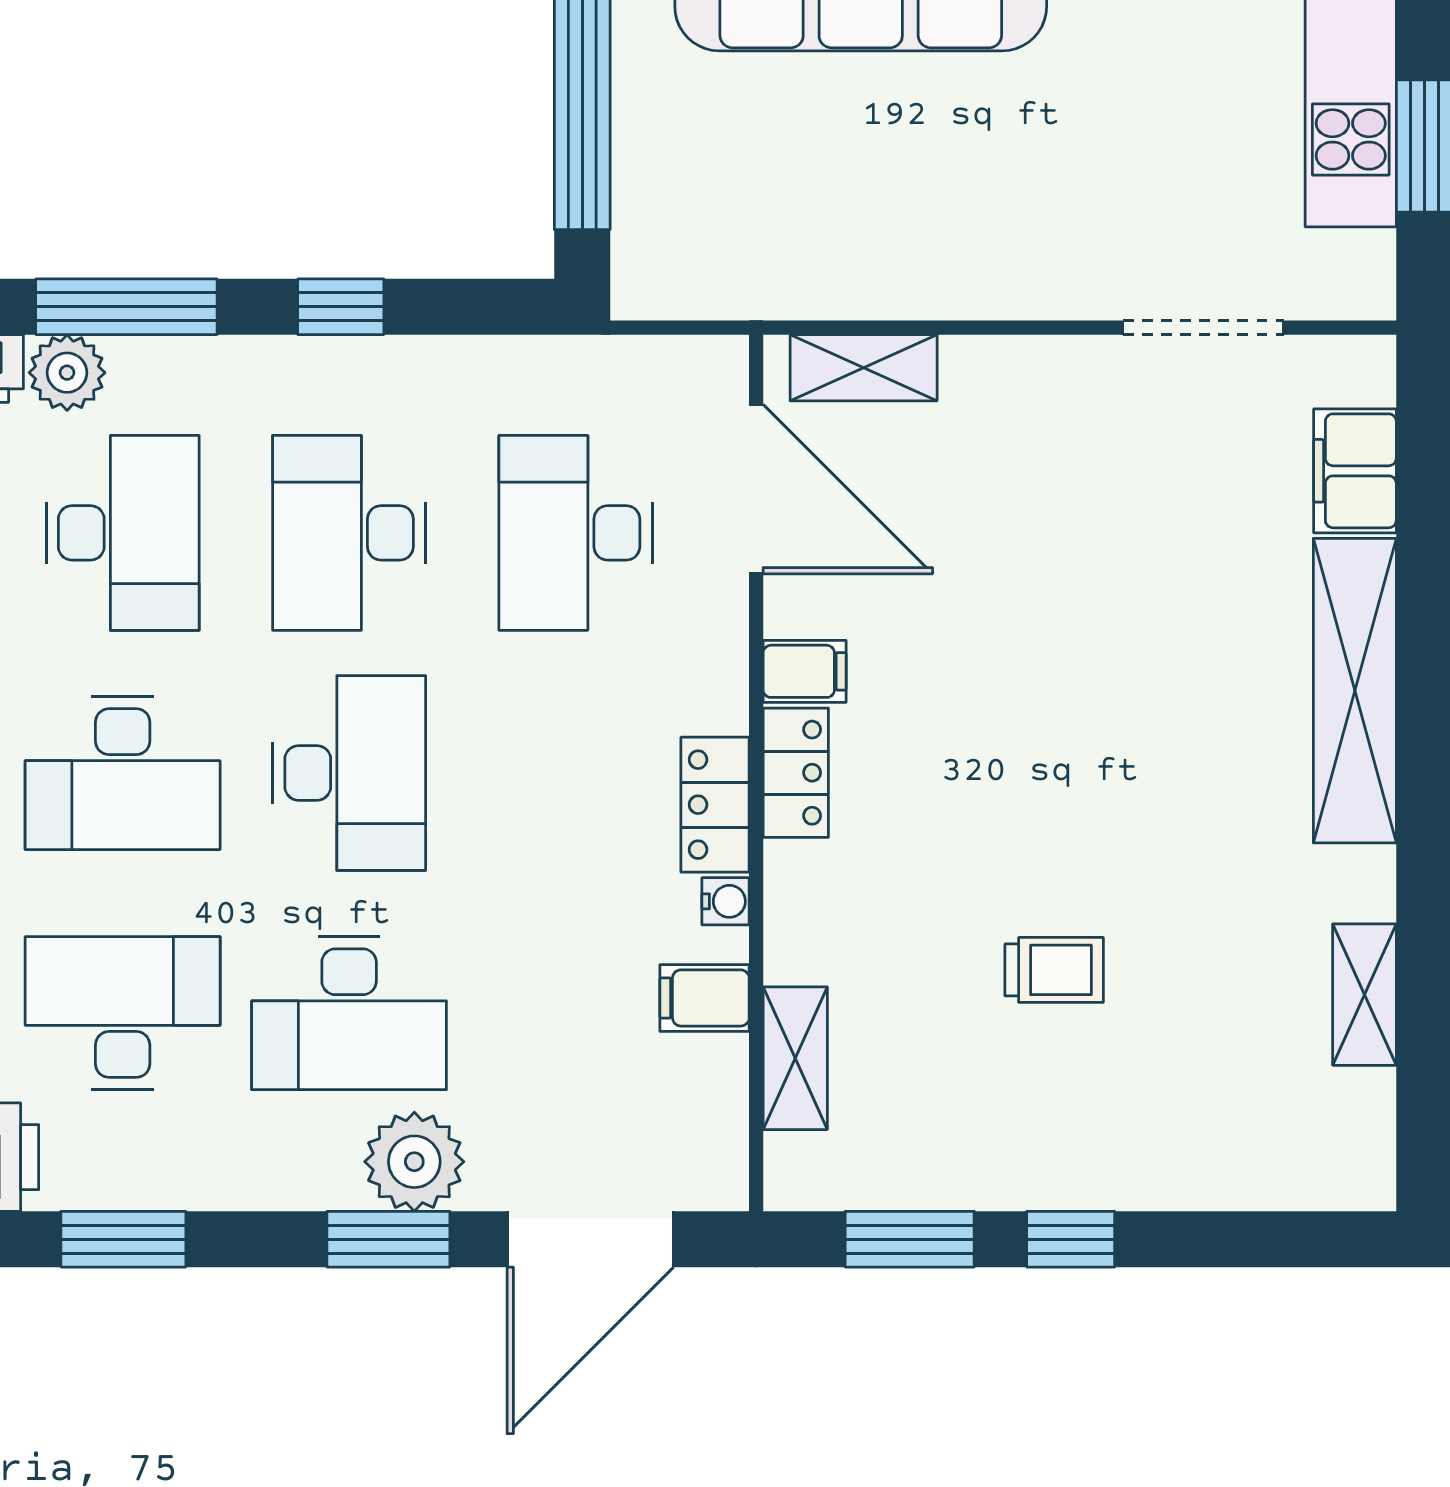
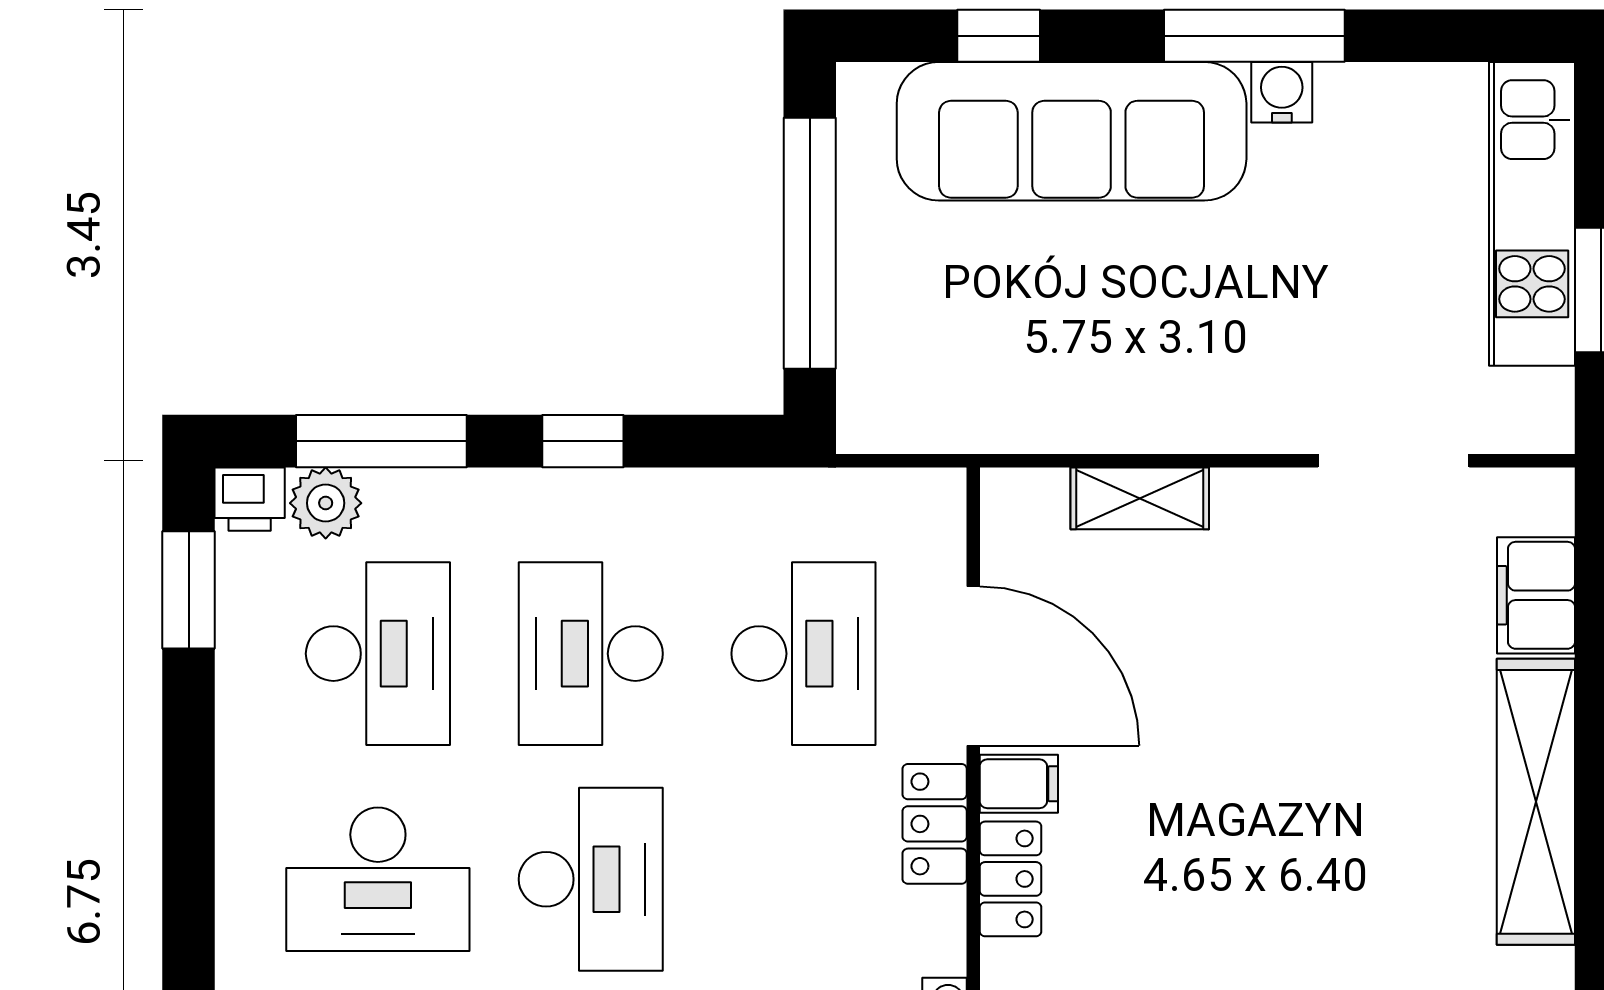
shelving: (864, 368) -> (1140, 498), moved
door: (756, 489) -> (973, 666), moved
desk: (576, 533) -> (804, 654), turned 180
locker: (715, 805) -> (935, 824), moved

